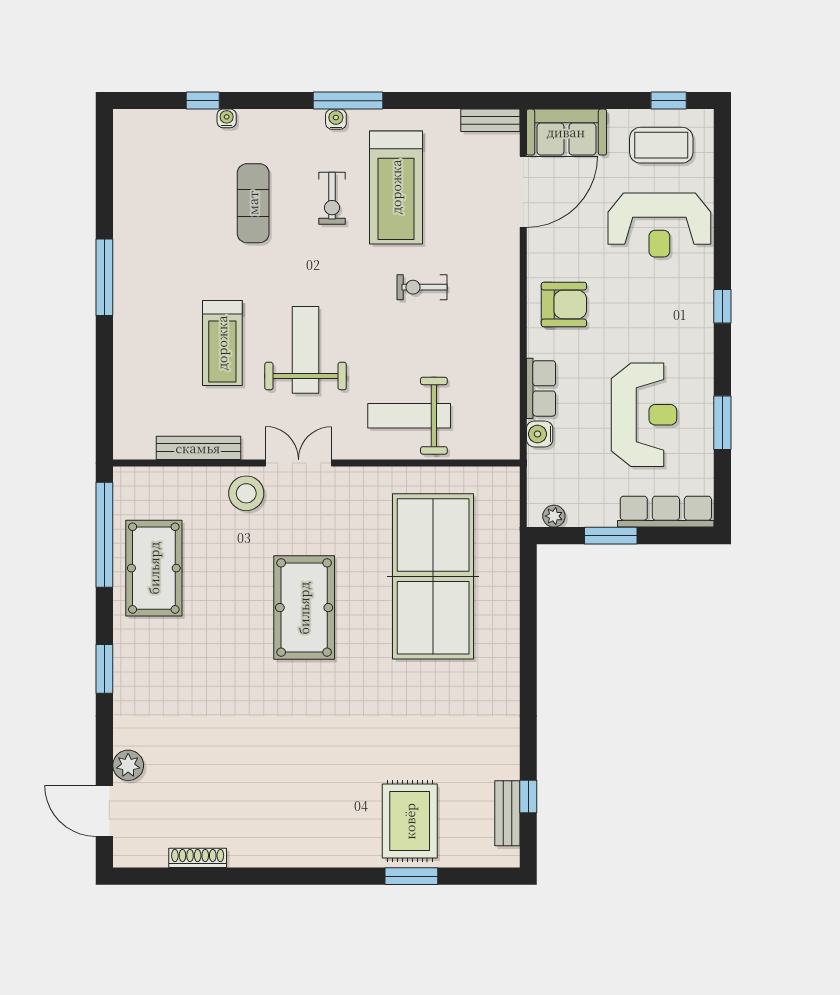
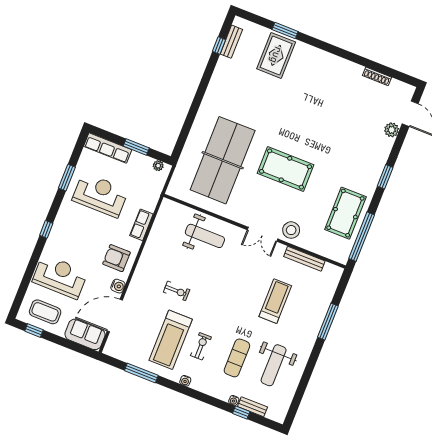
window: (348, 101) -> (141, 373), moved
bench: (490, 120) -> (252, 407), moved
treadmill: (396, 187) -> (171, 340), turned 180
window: (104, 277) -> (328, 322), moved
weight bench: (306, 350) -> (274, 365), moved
reception desk: (644, 415) -> (100, 195), turned 90
water cooler: (540, 434) -> (118, 286), moved
pool table: (304, 608) -> (286, 169), turned 90

